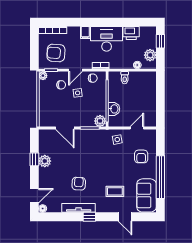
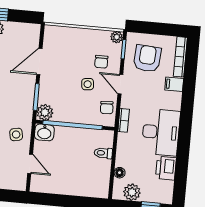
filing cabinet: (85, 33) -> (174, 84), moved
washbasin: (114, 109) -> (44, 132), moved

